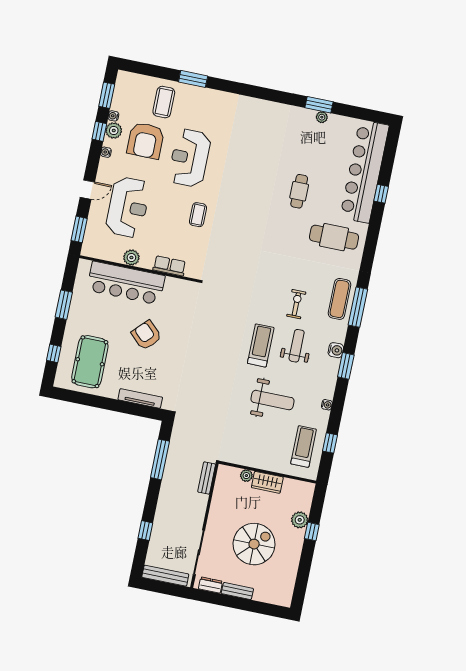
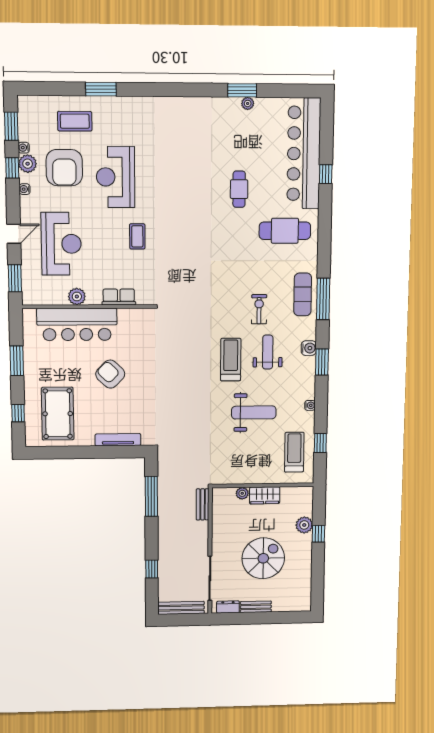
coffee table: (164, 102) -> (75, 121), turned 90

